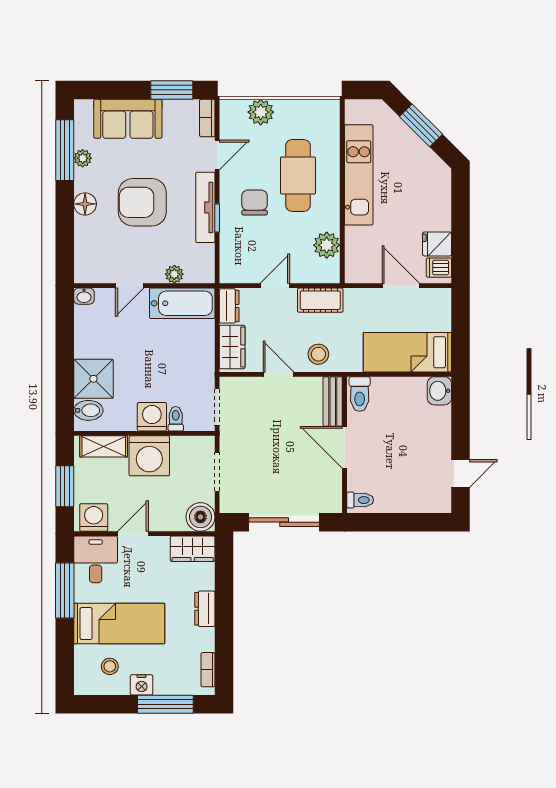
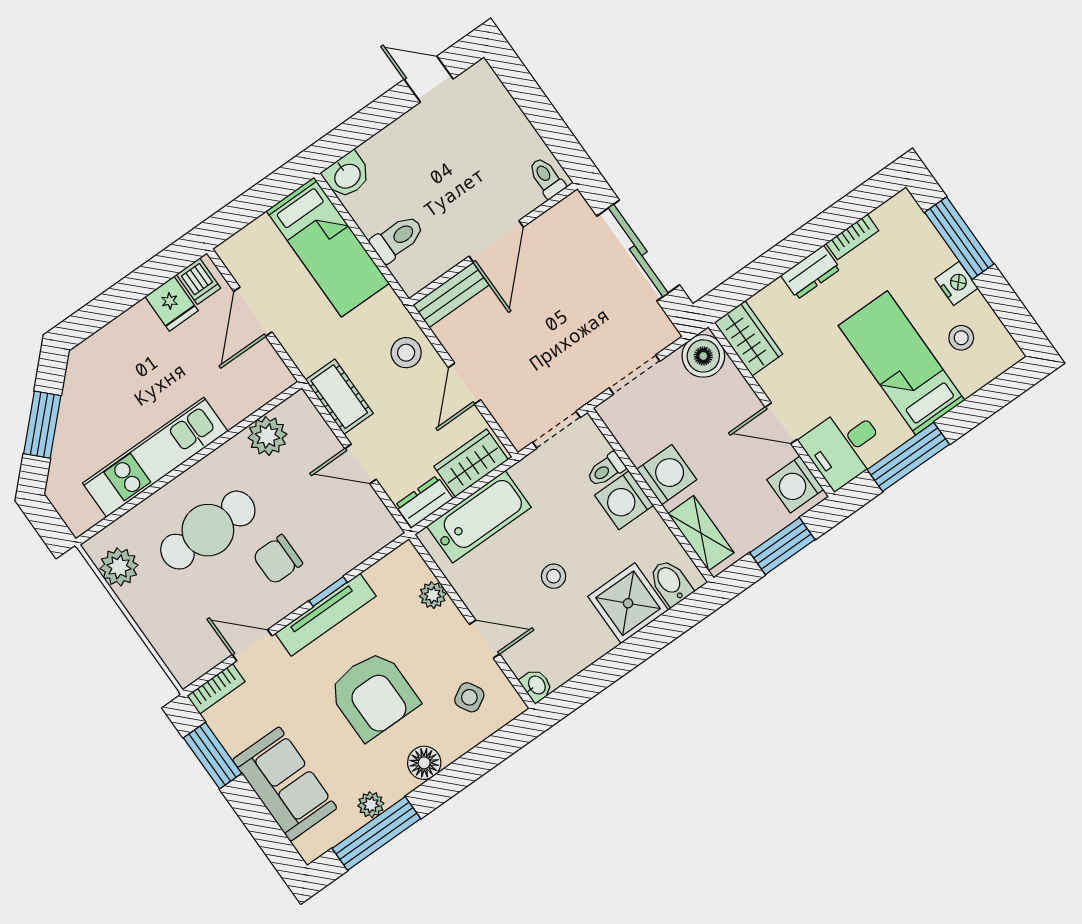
plant: (261, 112) -> (119, 567), moved
side table: (104, 254) -> (469, 697), added
bathtub: (182, 303) -> (479, 517), moved, turned 90
stool: (137, 348) -> (554, 576), added
toilet: (360, 394) -> (397, 238), moved
washing machine: (149, 456) -> (667, 475), width x0.73, depth x0.73
bookcase: (208, 670) -> (852, 237), moved

